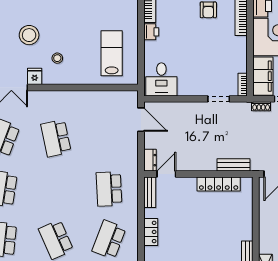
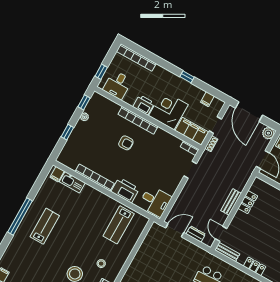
printer: (151, 32) -> (125, 190), width x1.87, depth x1.48
lab bench: (112, 53) -> (119, 225), turned -90
dresser: (150, 160) -> (196, 234), moved
bench: (234, 165) -> (231, 202), moved
locker: (219, 184) -> (248, 202), width x0.66

